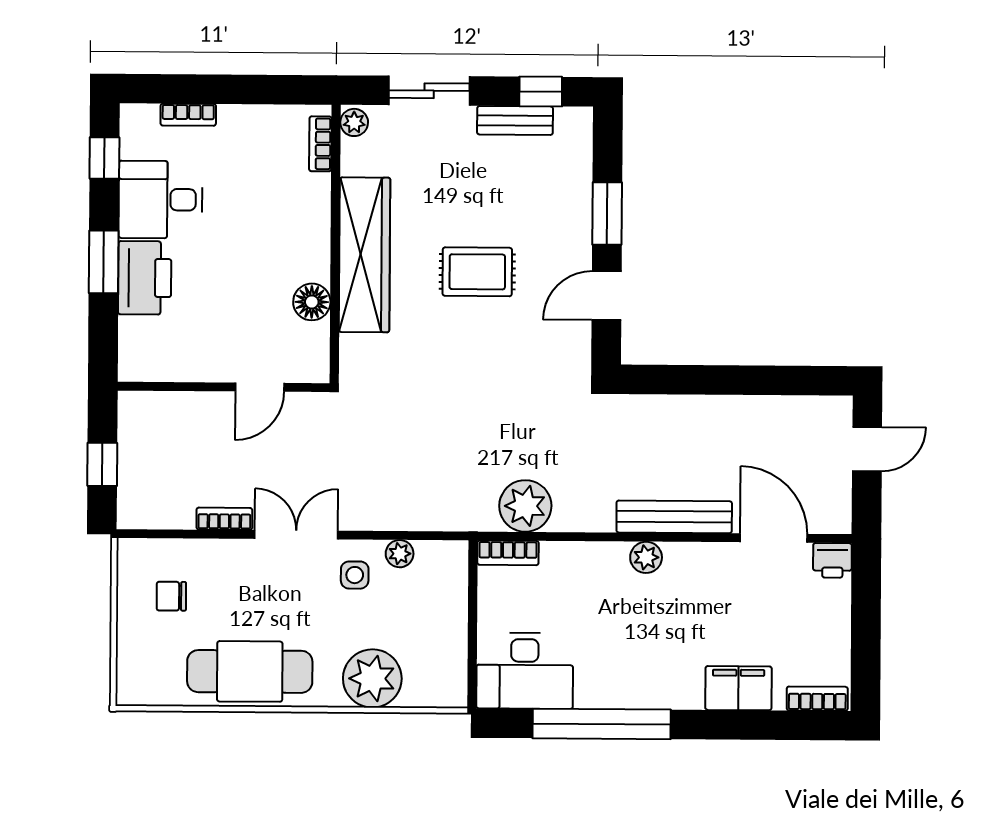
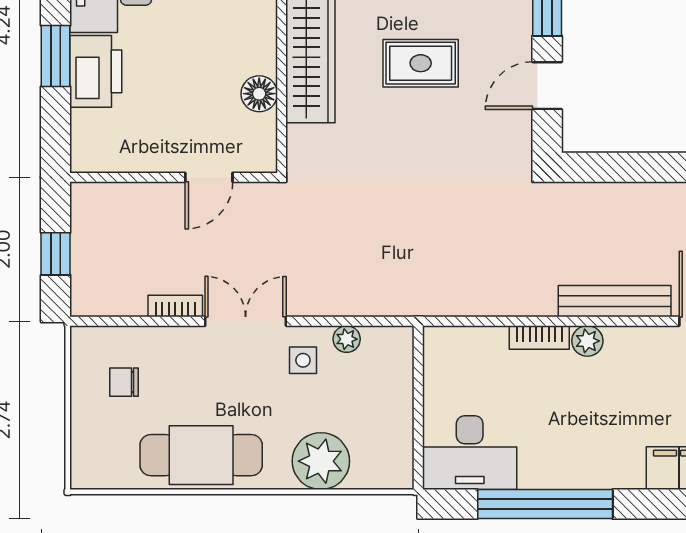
plant: (525, 506) -> (469, 292), removed
bookcase: (508, 553) -> (539, 338), moved

